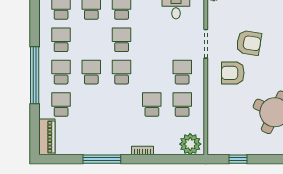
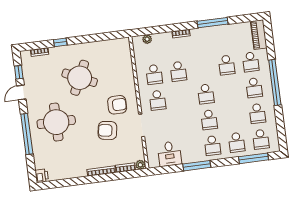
school desk: (91, 72) -> (227, 65), moved
plant: (190, 144) -> (147, 39), width x0.53, depth x0.53
window: (238, 159) -> (104, 37), removed

